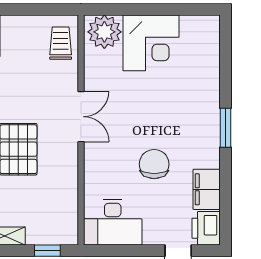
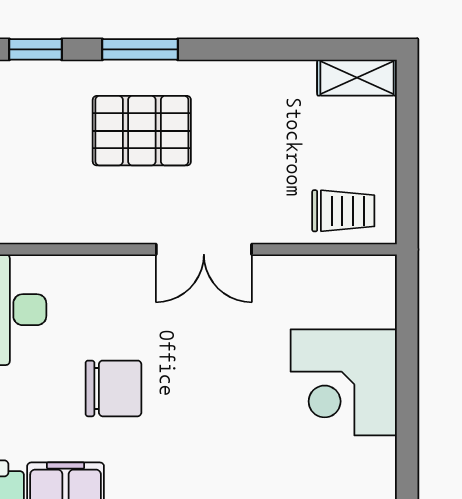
plant: (104, 32) -> (365, 294), removed

